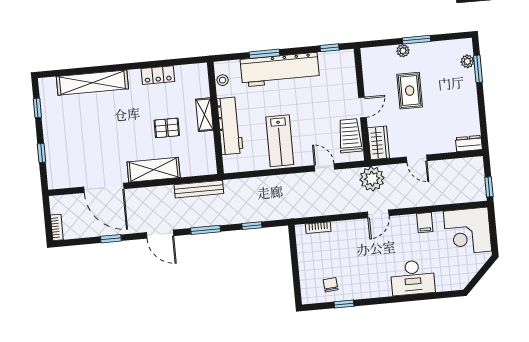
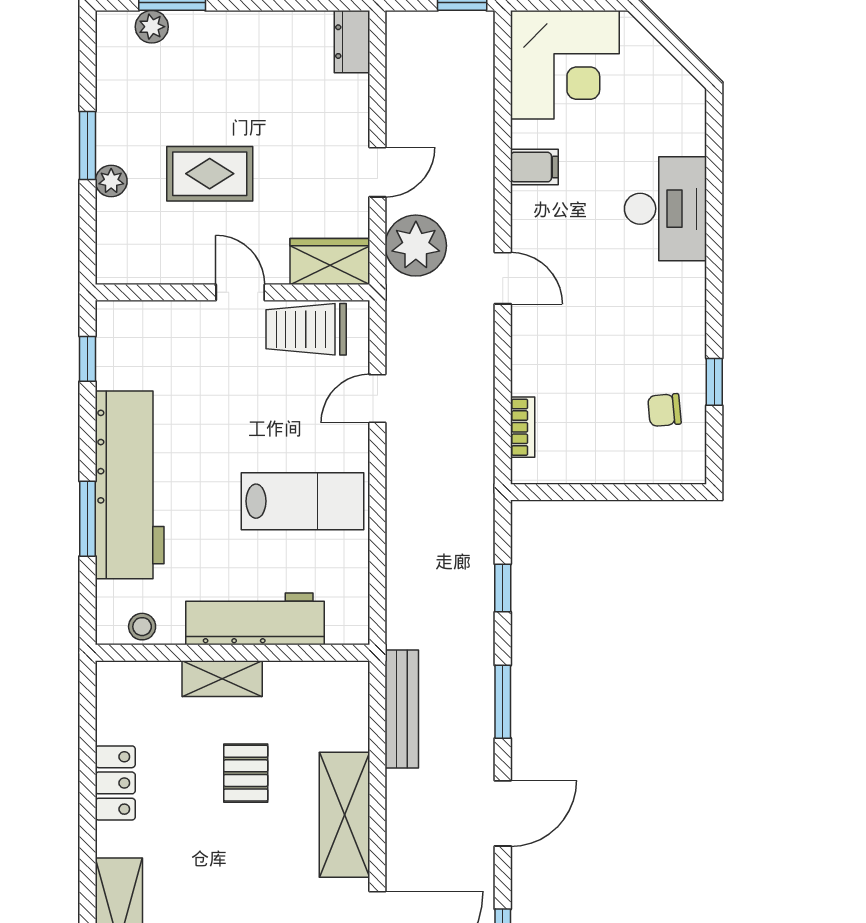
plant: (372, 179) -> (416, 246), moved

